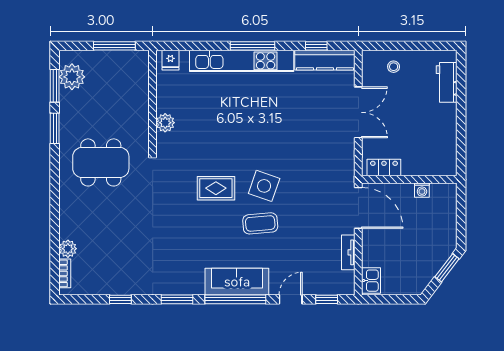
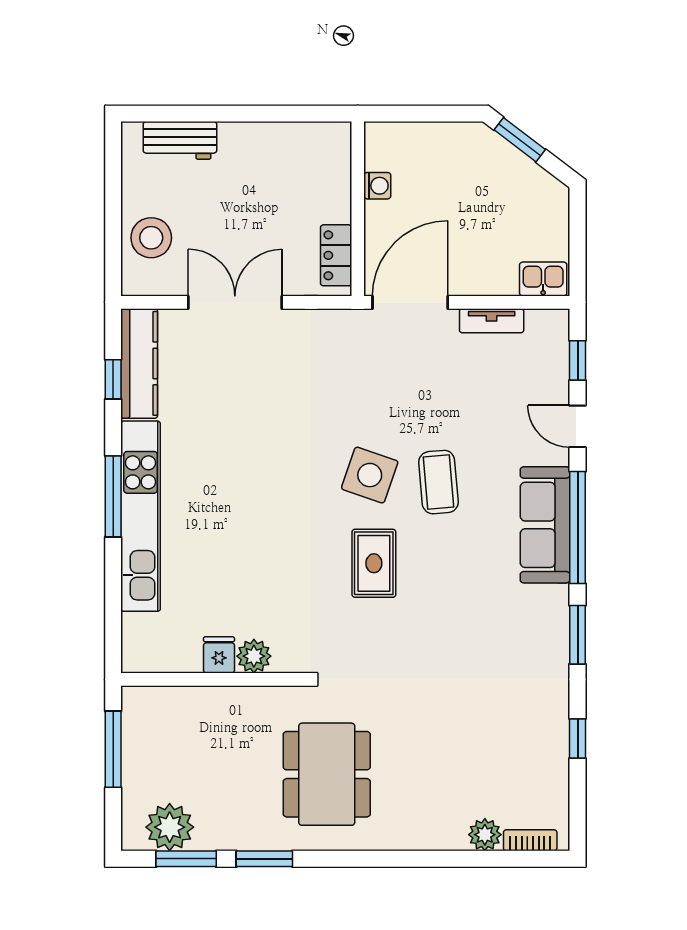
fridge: (170, 60) -> (219, 655), moved, turned -90
stool: (394, 67) -> (151, 238), width x1.89, depth x1.89

